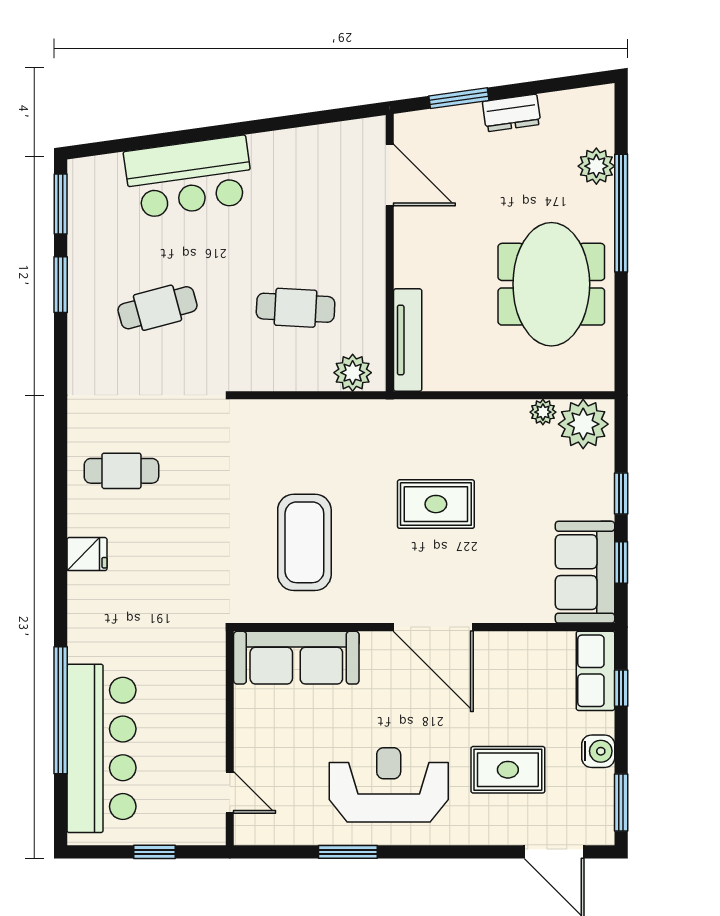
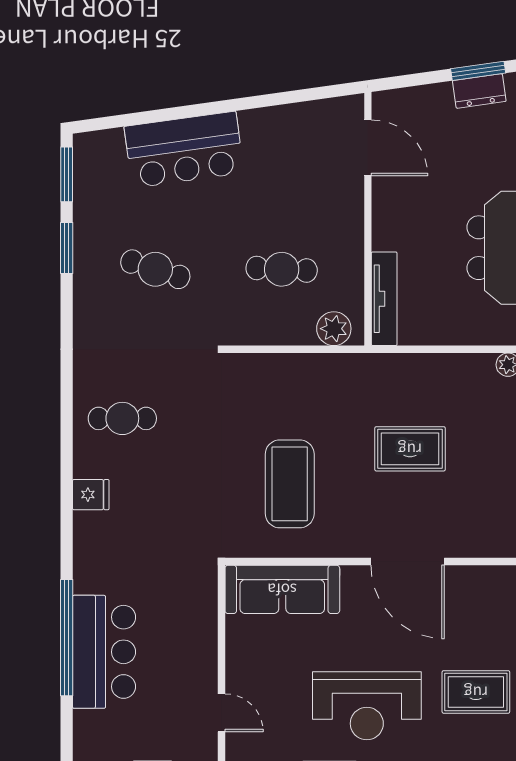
window: (459, 98) -> (478, 71), moved
cafe table: (158, 308) -> (155, 269), turned 33
bar counter: (102, 748) -> (104, 652), width x0.73
reception desk: (389, 785) -> (367, 706), turned 180

